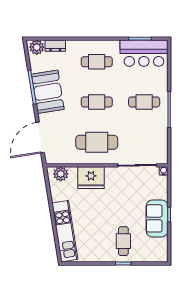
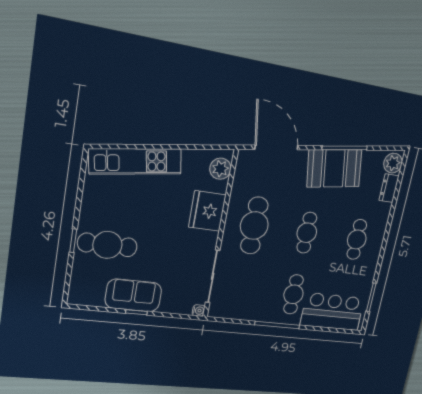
bar counter: (144, 53) -> (332, 312), moved, turned 90
cafe table: (123, 241) -> (107, 245), width x1.37, depth x1.35

